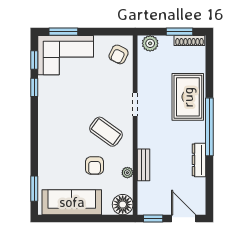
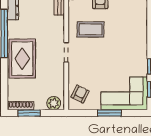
window: (63, 32) -> (109, 113), moved
coffee table: (106, 132) -> (91, 30), turned -36

